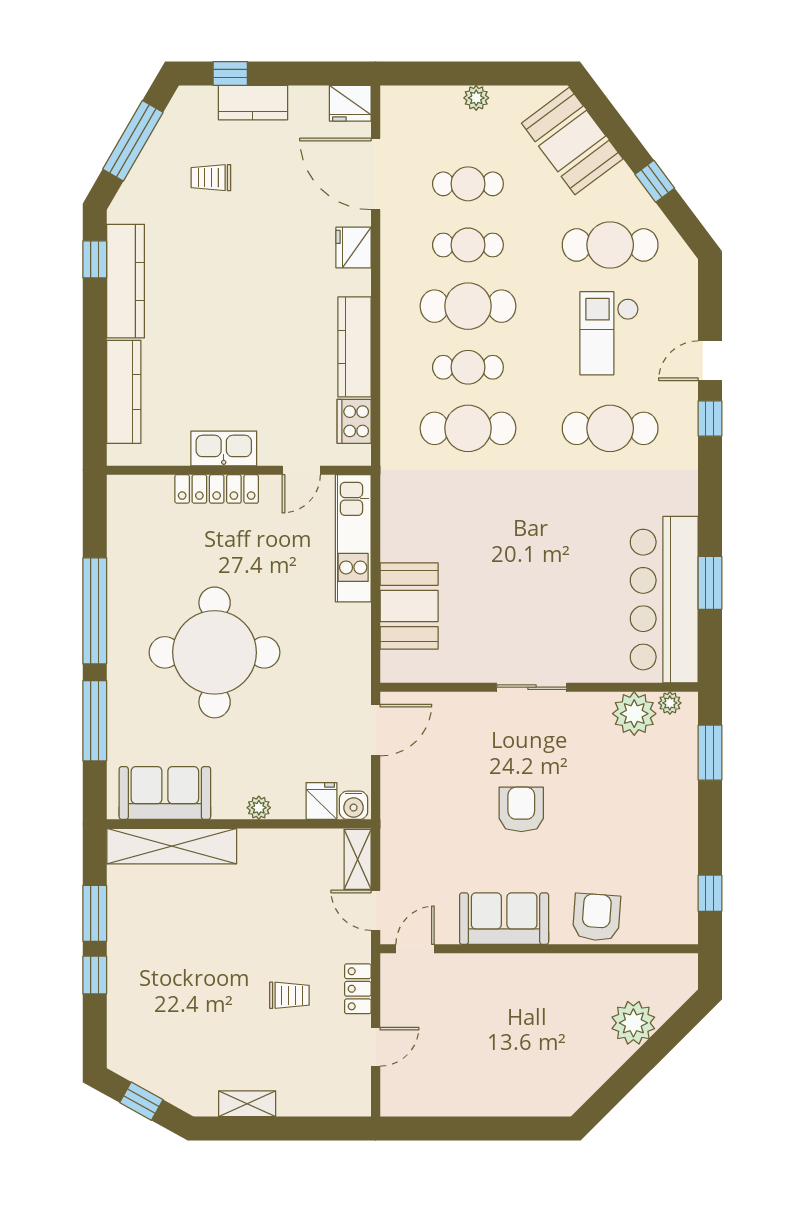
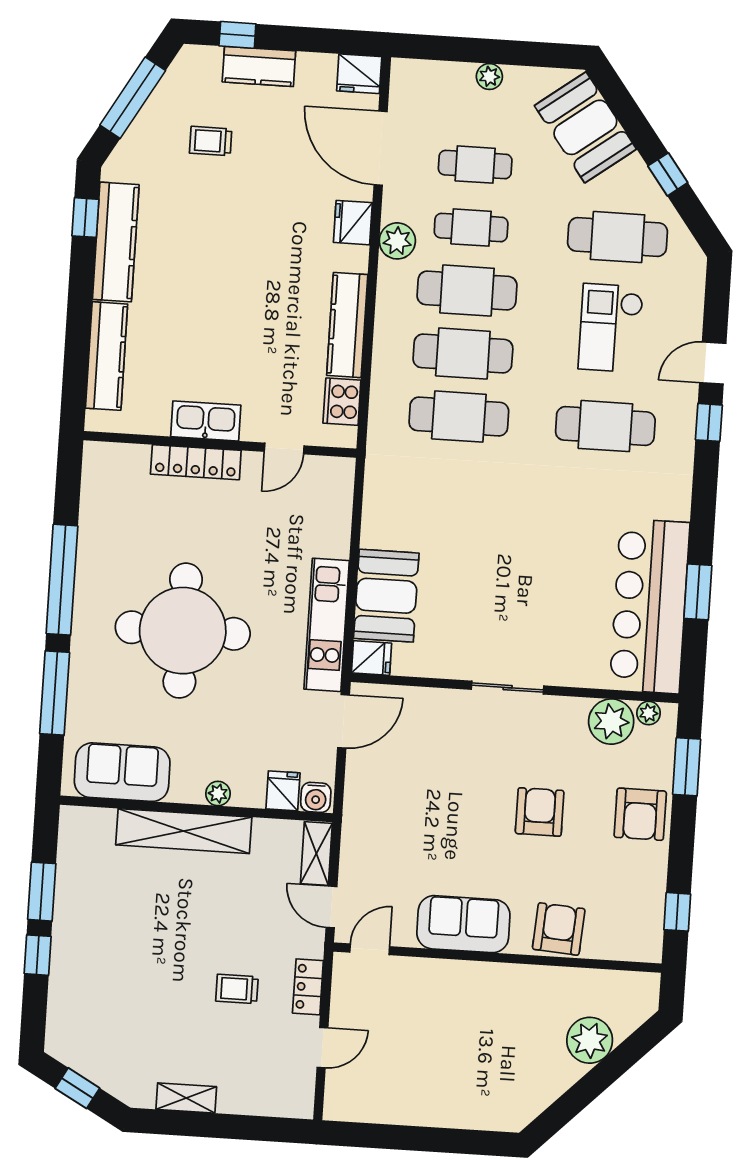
plant: (398, 263) -> (397, 241), added
cafe table: (468, 367) -> (463, 354), width x1.37, depth x1.35
kitchen unit: (353, 538) -> (327, 625), moved
fridge: (399, 667) -> (371, 658), added
armchair: (668, 801) -> (640, 814), added
armchair: (521, 809) -> (540, 812), moved
shelving: (172, 846) -> (184, 831), moved
trolley: (289, 995) -> (237, 989), turned 180

